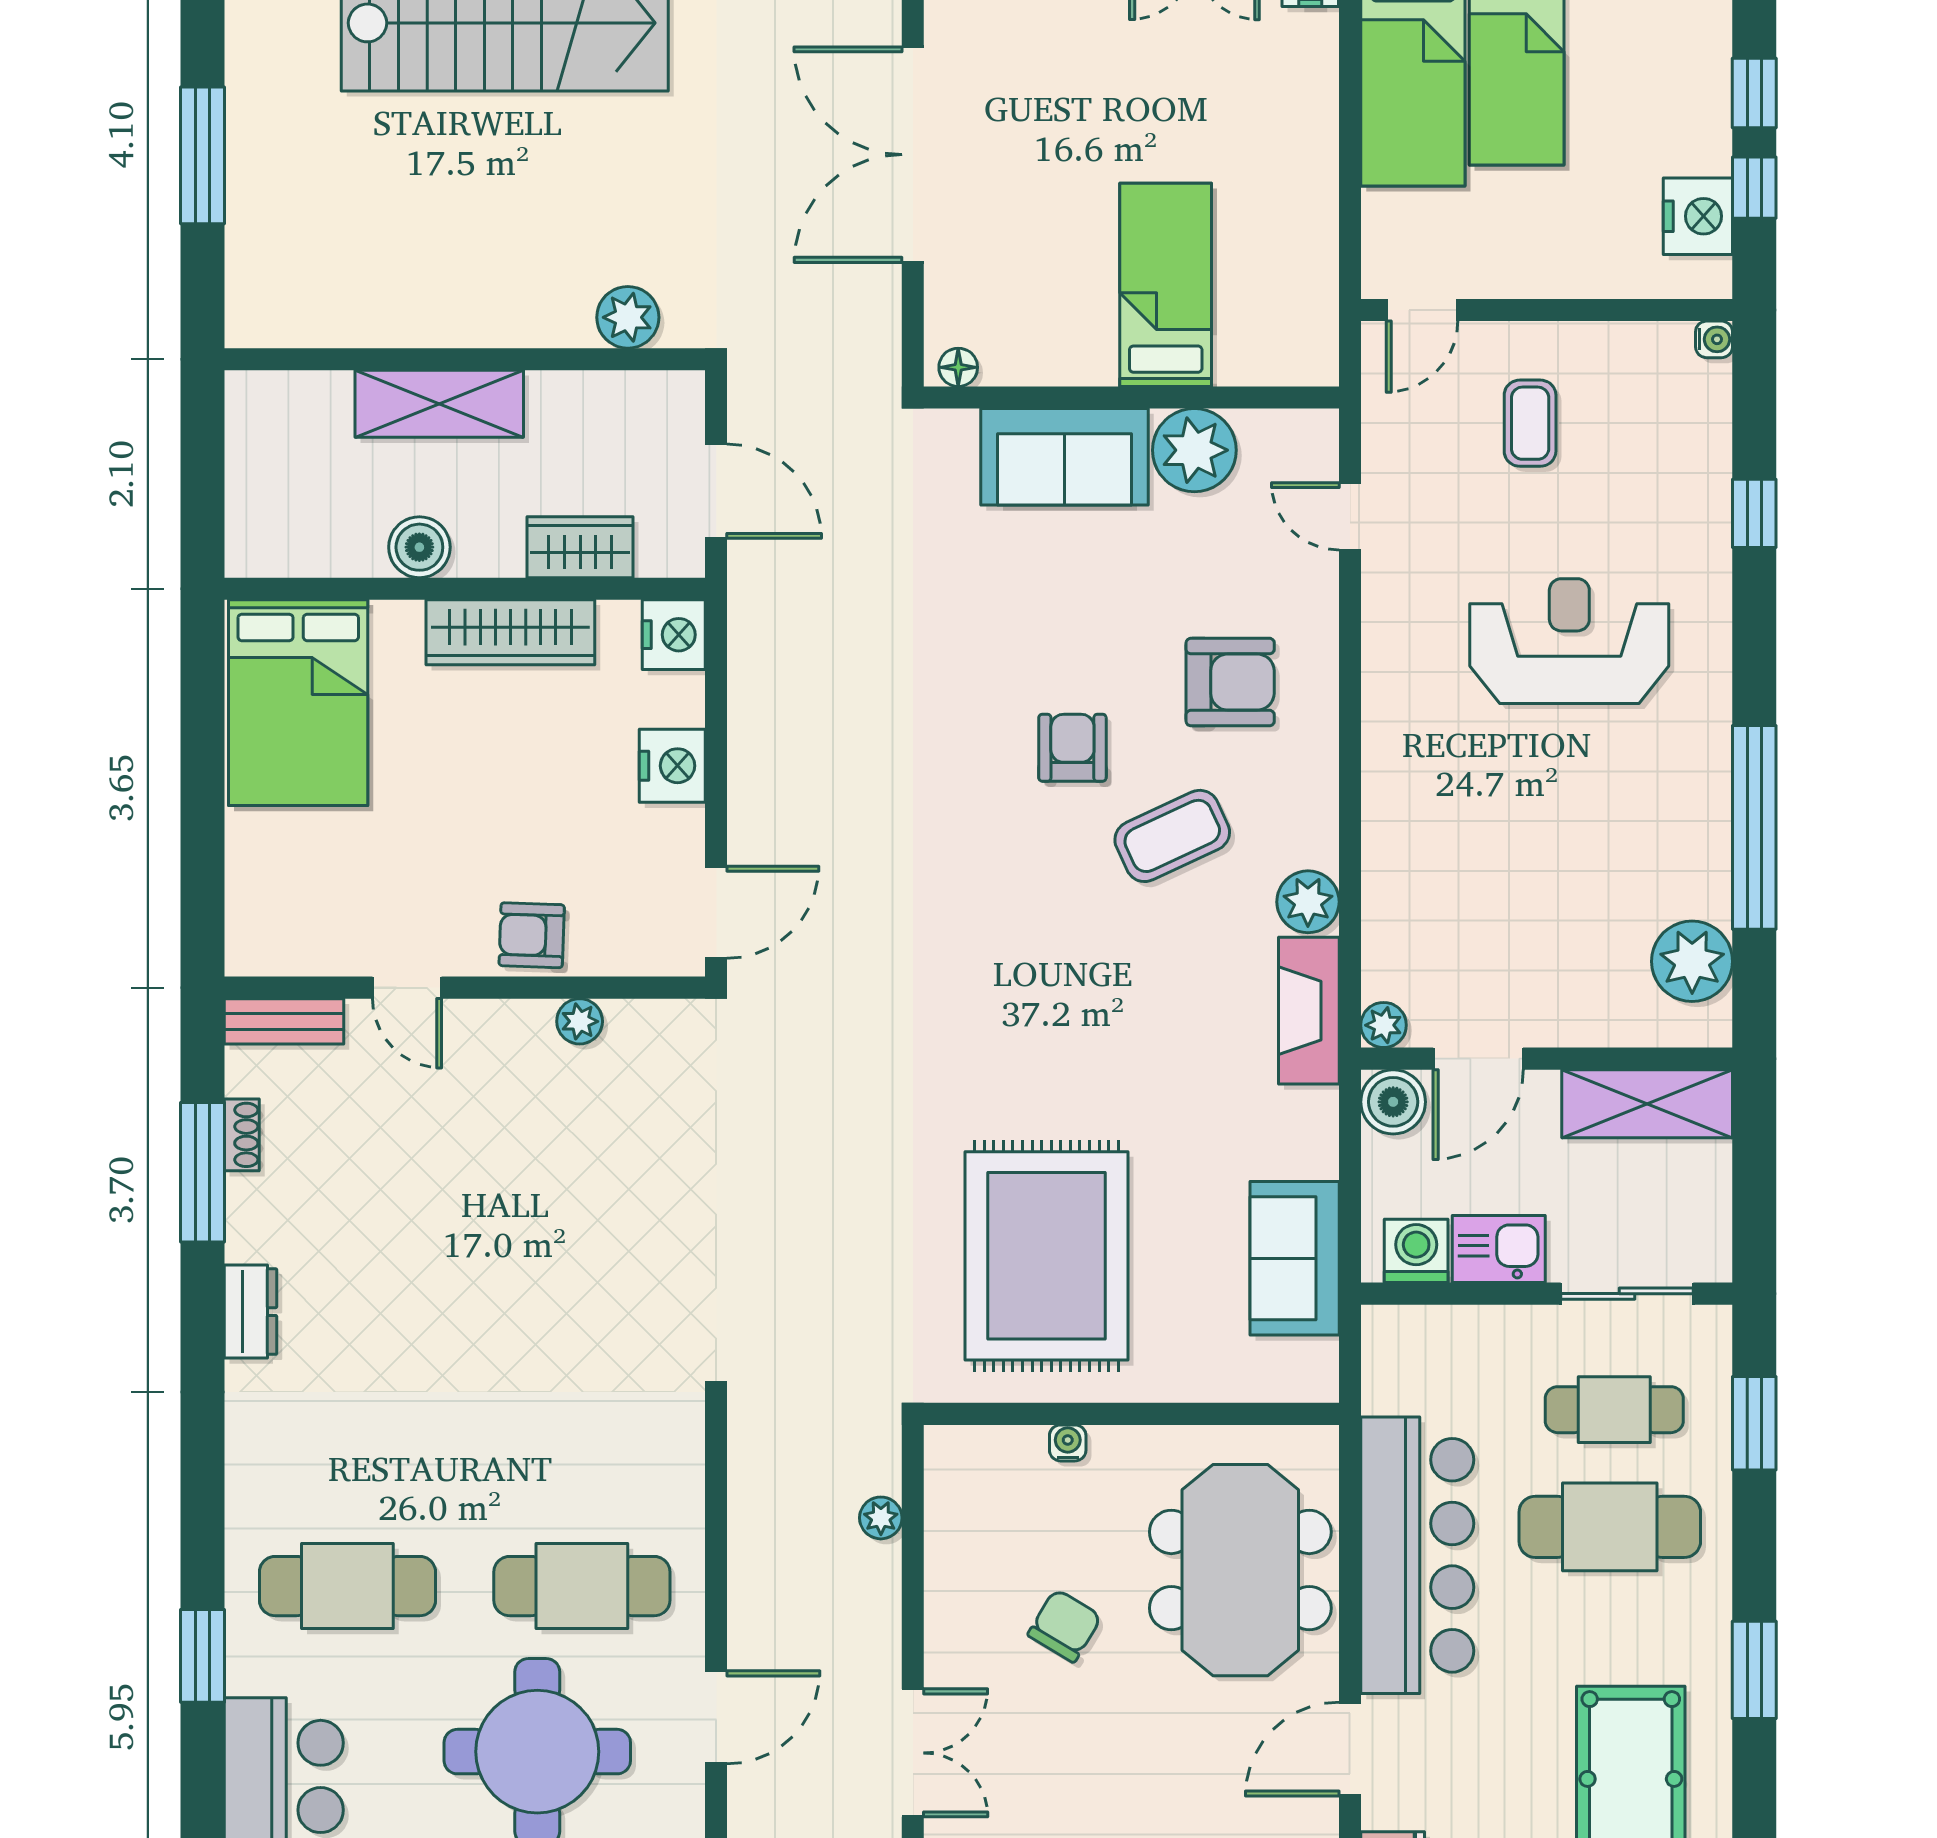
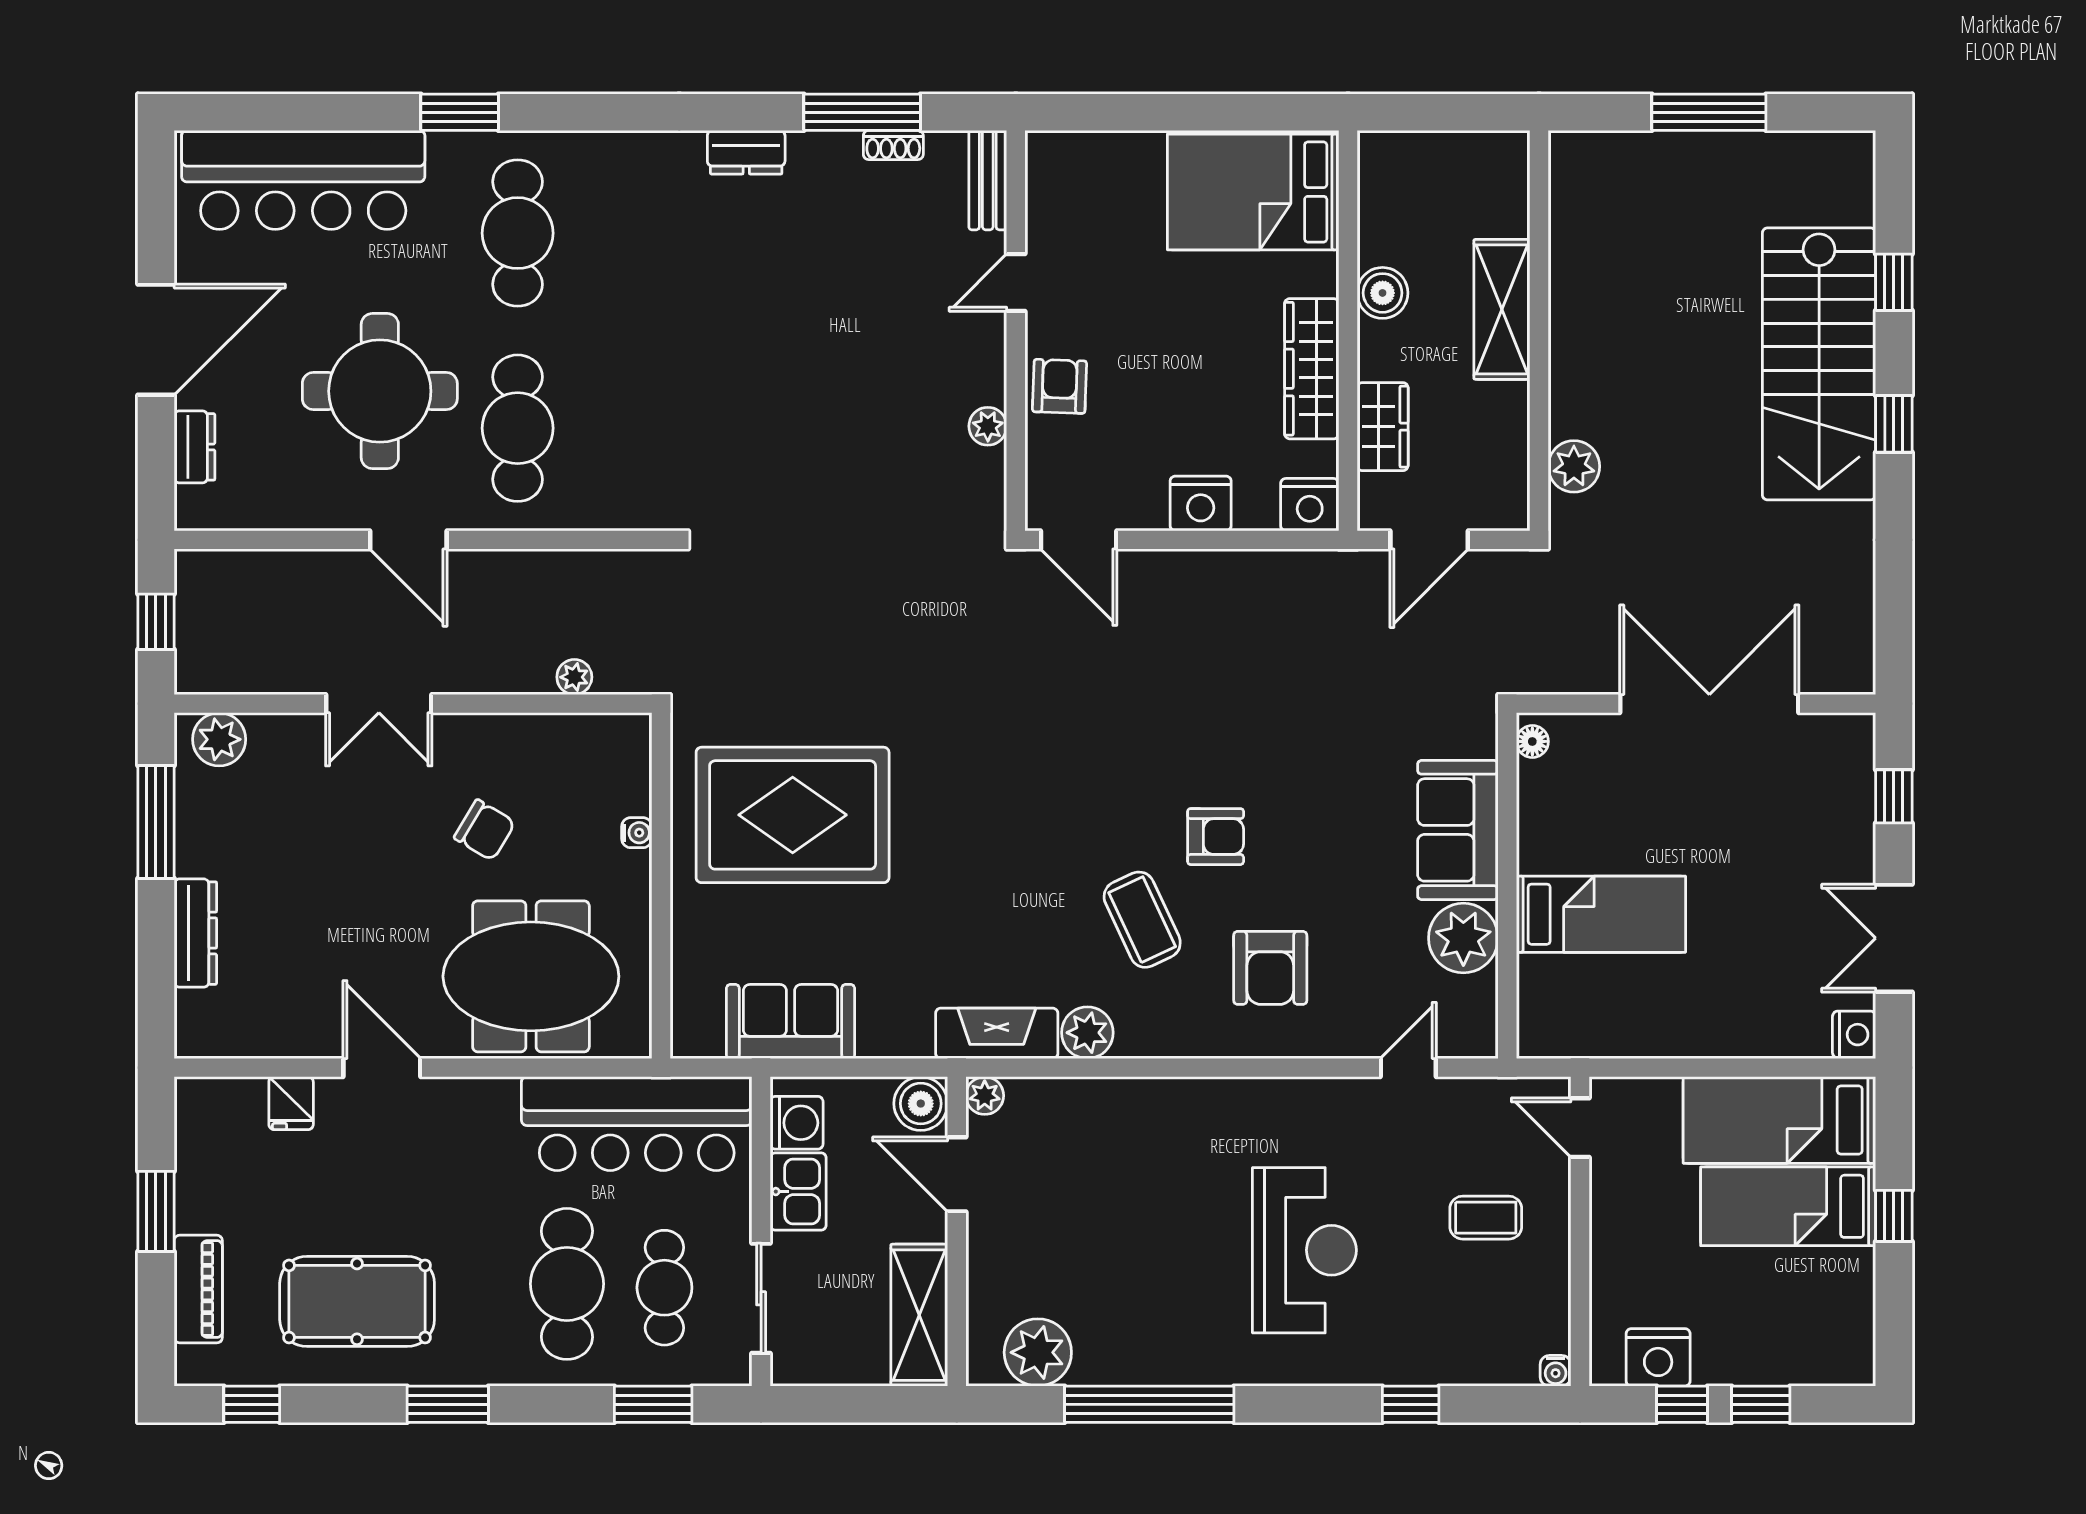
bar counter: (1417, 1555) -> (637, 1124), moved

